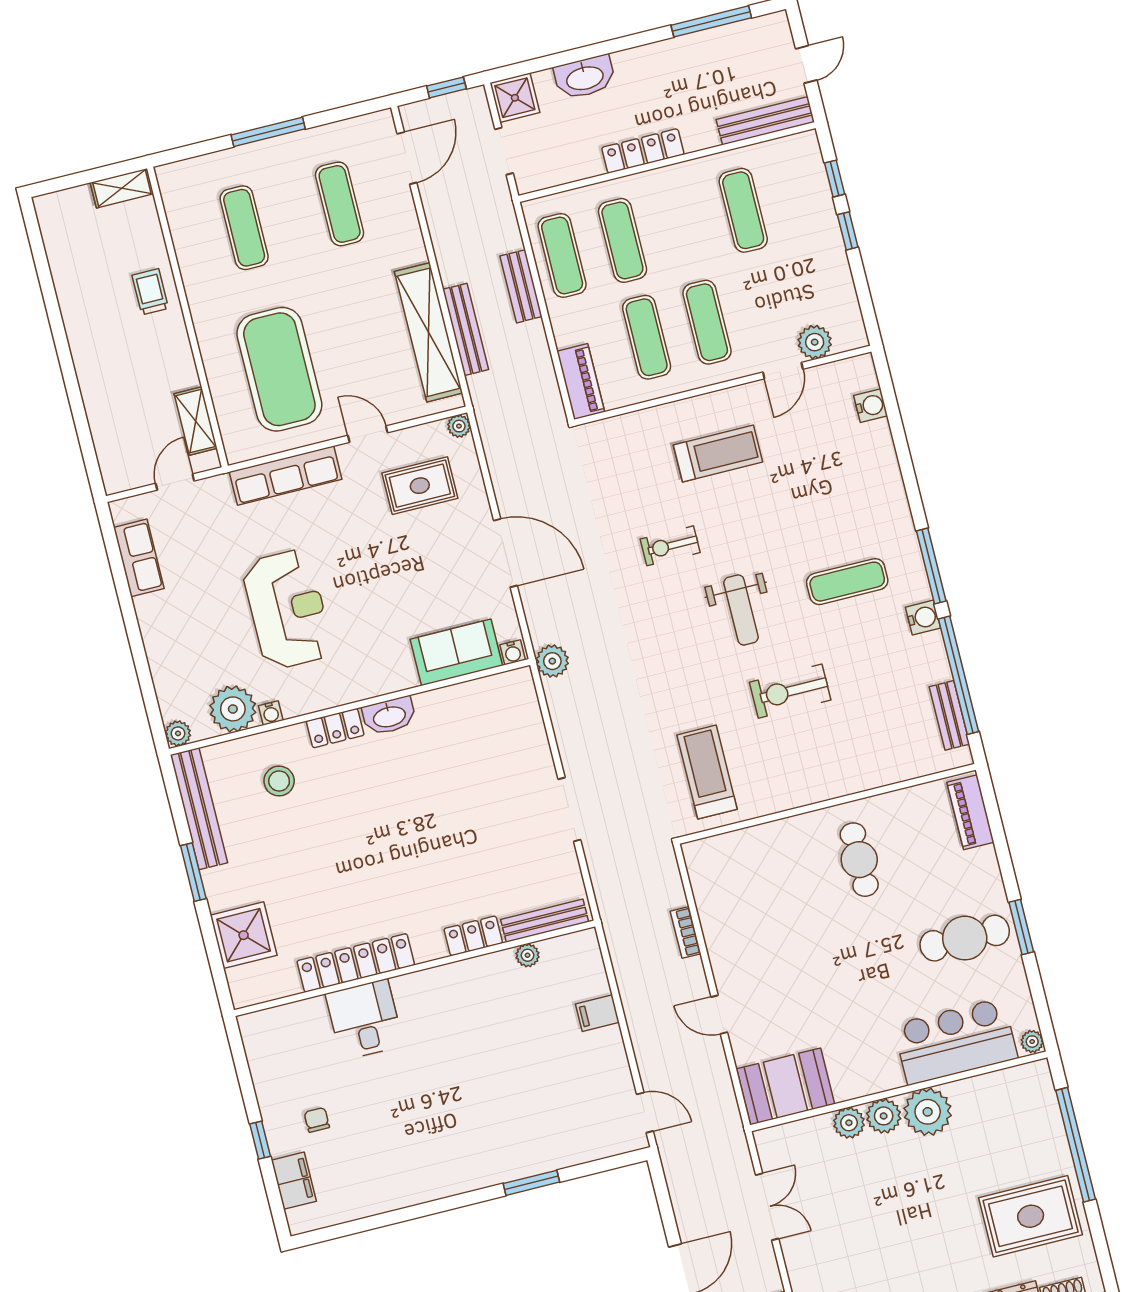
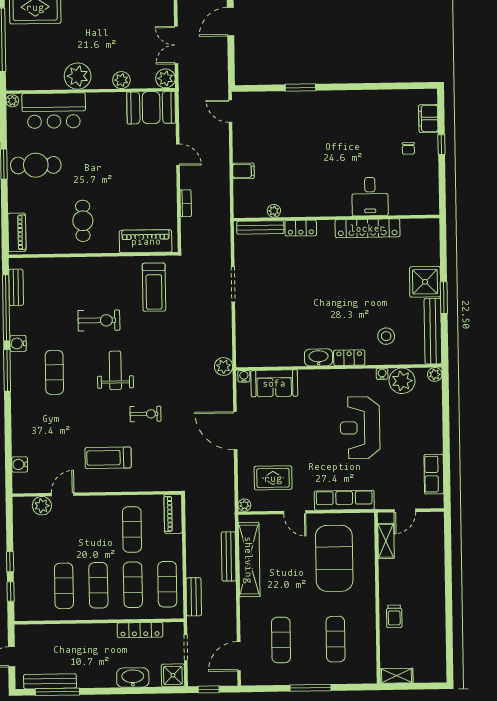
bench: (765, 121) -> (50, 681), moved
locker: (643, 151) -> (140, 630), moved
bench: (521, 286) -> (194, 597), moved
exercise mat: (707, 322) -> (98, 585), moved
exercise mat: (847, 582) -> (54, 372), turned 90
piano: (741, 849) -> (146, 241), added
shower: (244, 935) -> (425, 282), moved
plant: (884, 1116) -> (165, 78), moved

